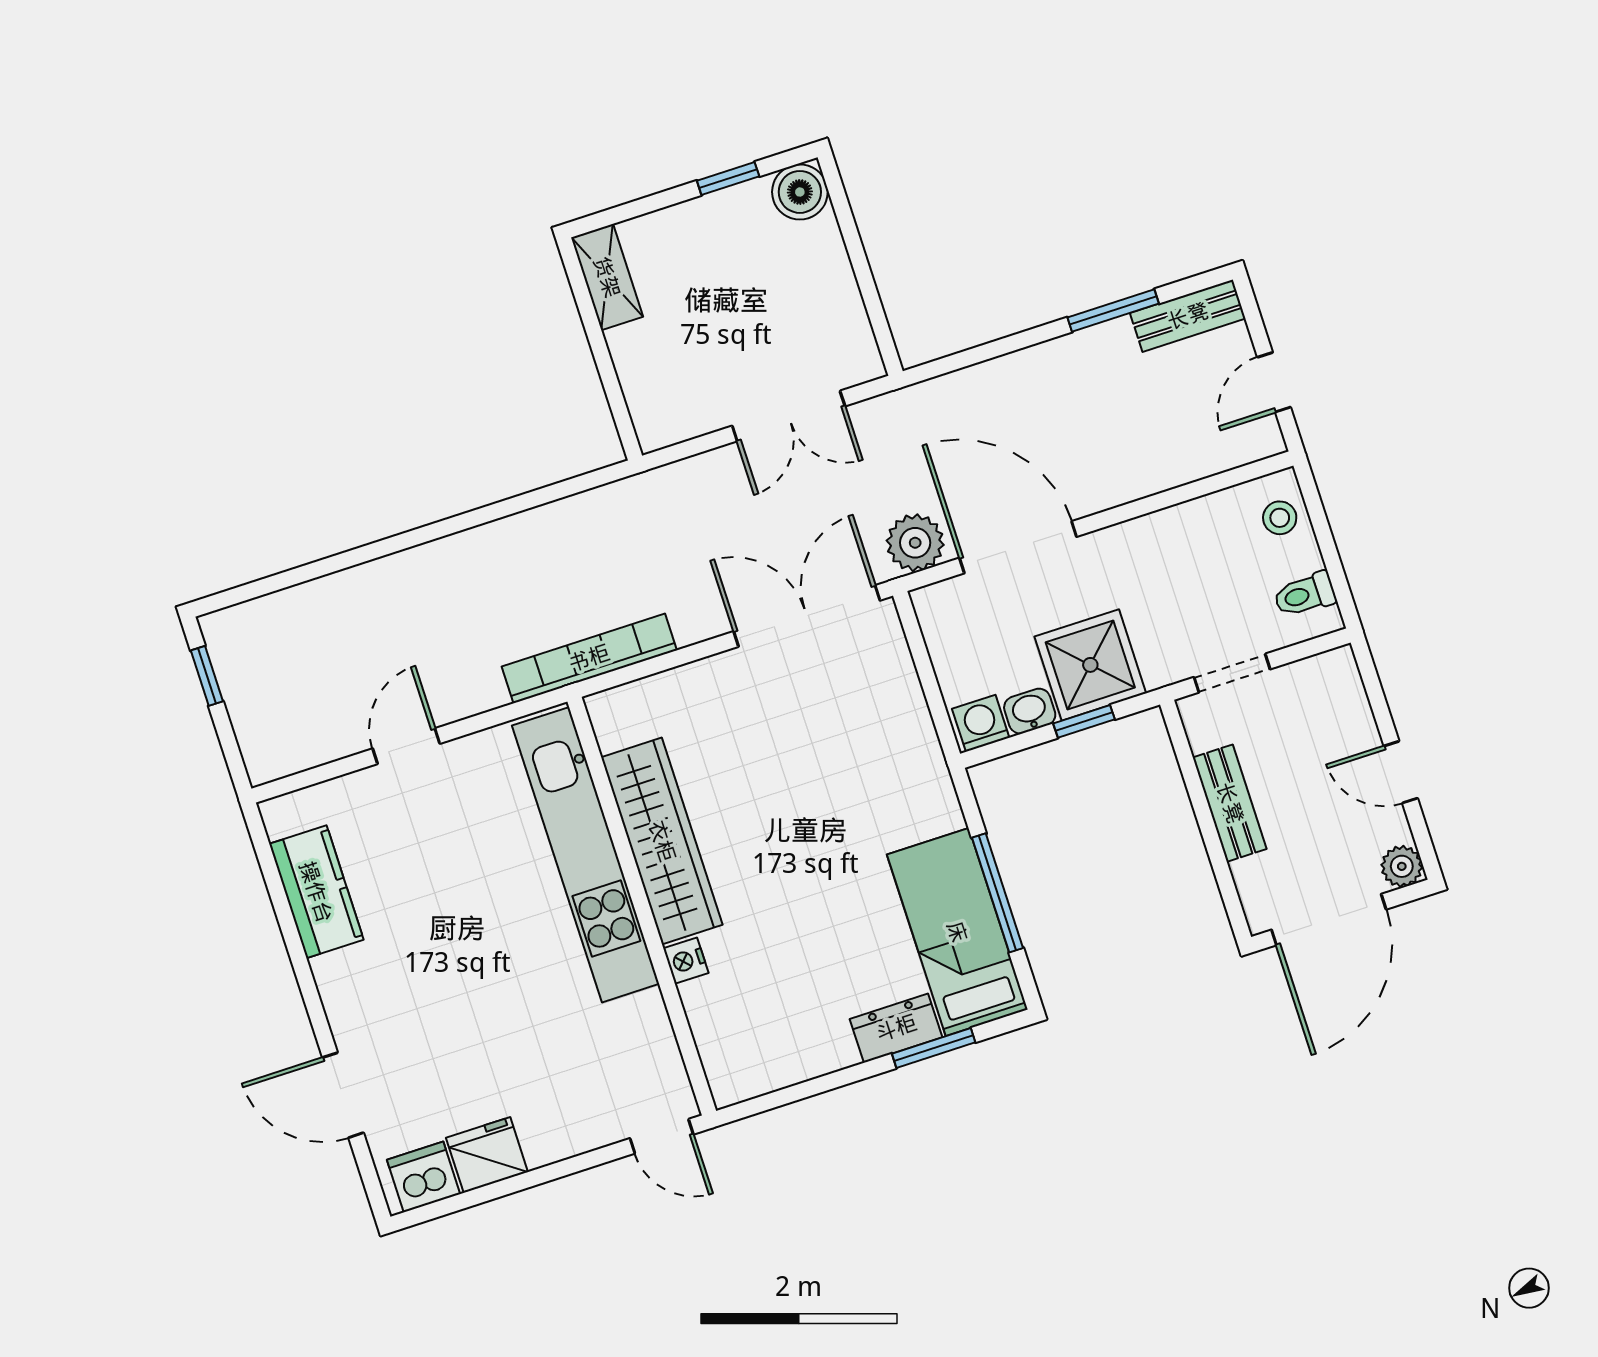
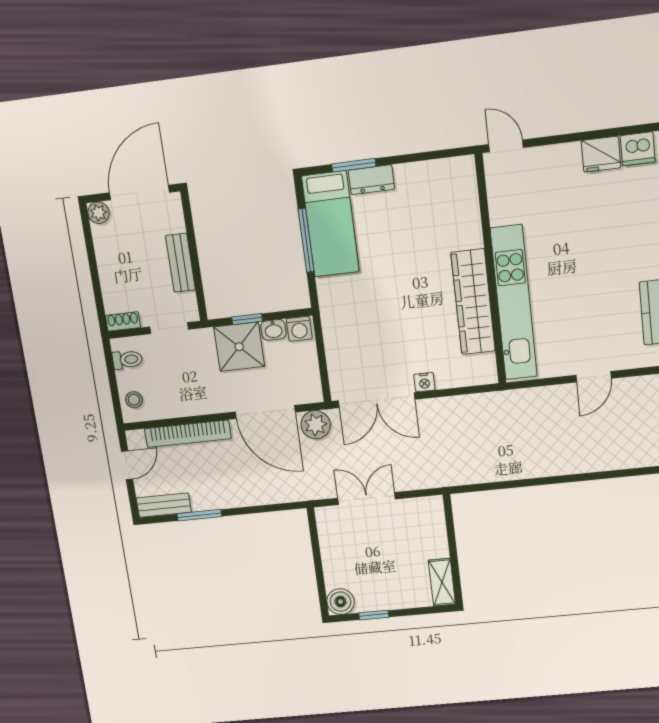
bookcase: (589, 658) -> (188, 434), moved
shoe rack: (1324, 668) -> (123, 321), added
door: (1401, 772) -> (92, 261), removed
nightstand: (686, 961) -> (424, 382), moved, turned 90

